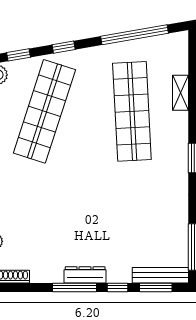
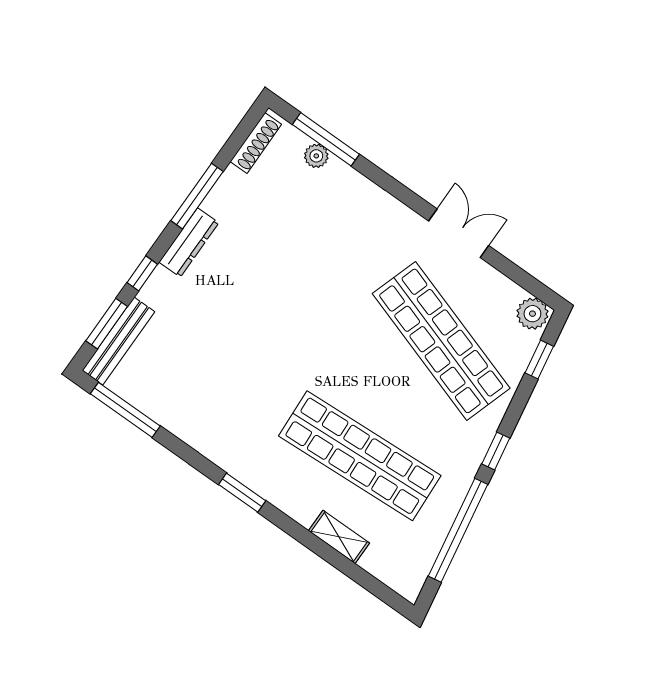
window: (64, 47) -> (496, 451), moved
window: (74, 287) -> (197, 196), moved

